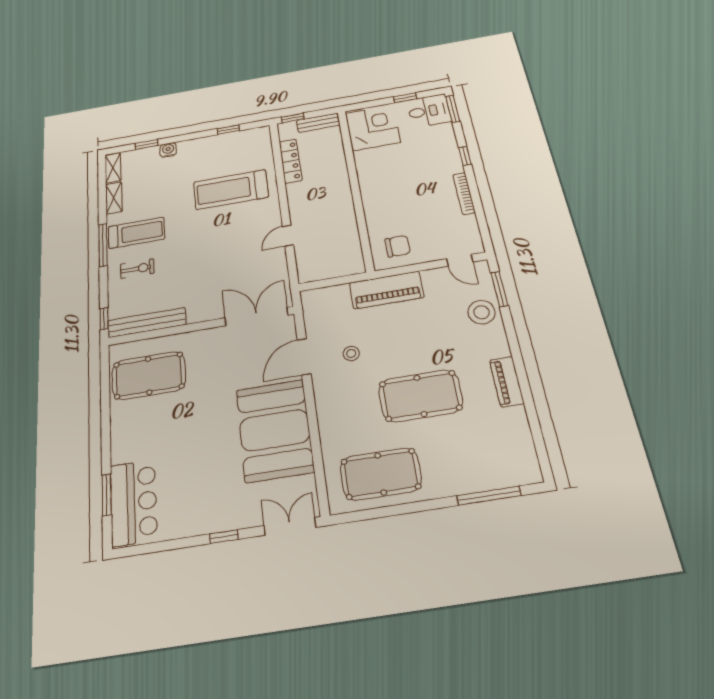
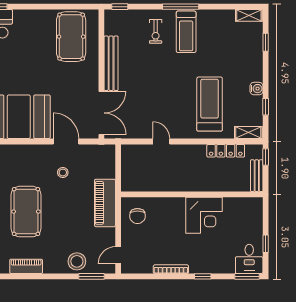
corner desk: (373, 128) -> (204, 215), moved
water cooler: (168, 150) -> (256, 89), moved
shelving: (114, 198) -> (248, 133), moved
bench: (147, 323) -> (111, 63), moved

